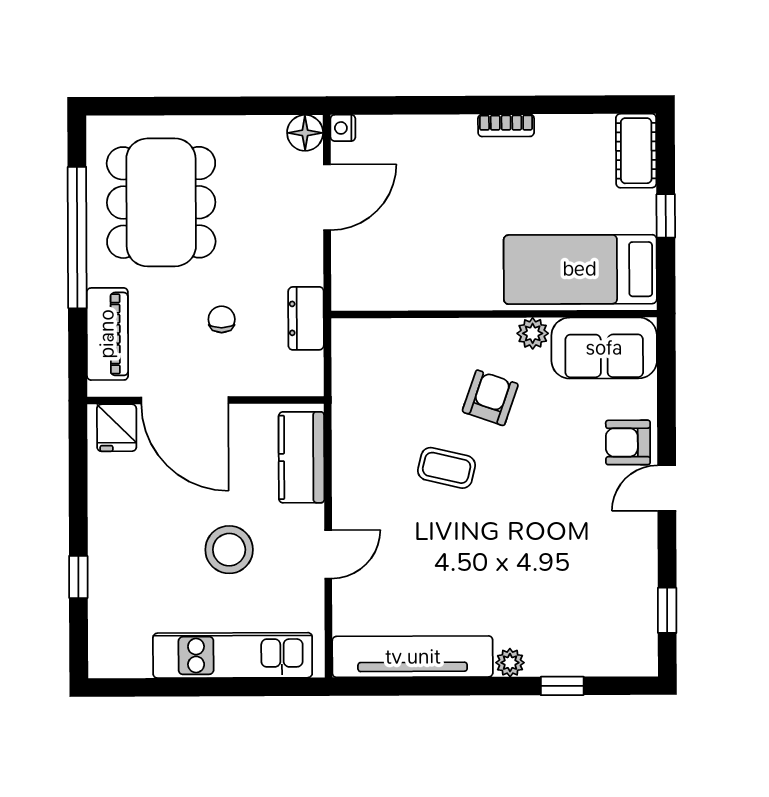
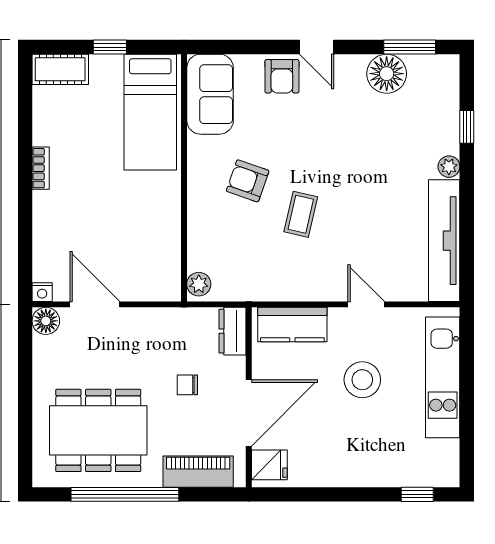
dresser: (306, 318) -> (232, 331), moved, turned 90
plant: (533, 333) -> (199, 284), moved
window: (78, 577) -> (417, 494), moved
floor lamp: (632, 580) -> (387, 74), added
window: (667, 610) -> (410, 47), width x1.50

